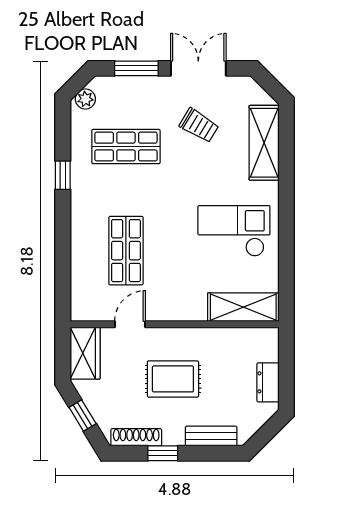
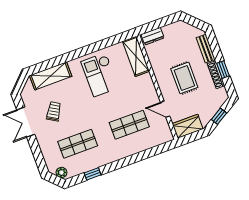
window: (136, 68) -> (37, 153), removed
shop shelf: (126, 147) -> (78, 144), turned 90
window: (63, 175) -> (93, 174), moved
dresser: (268, 382) -> (153, 36), moved
shoe rack: (136, 437) -> (216, 75), moved

